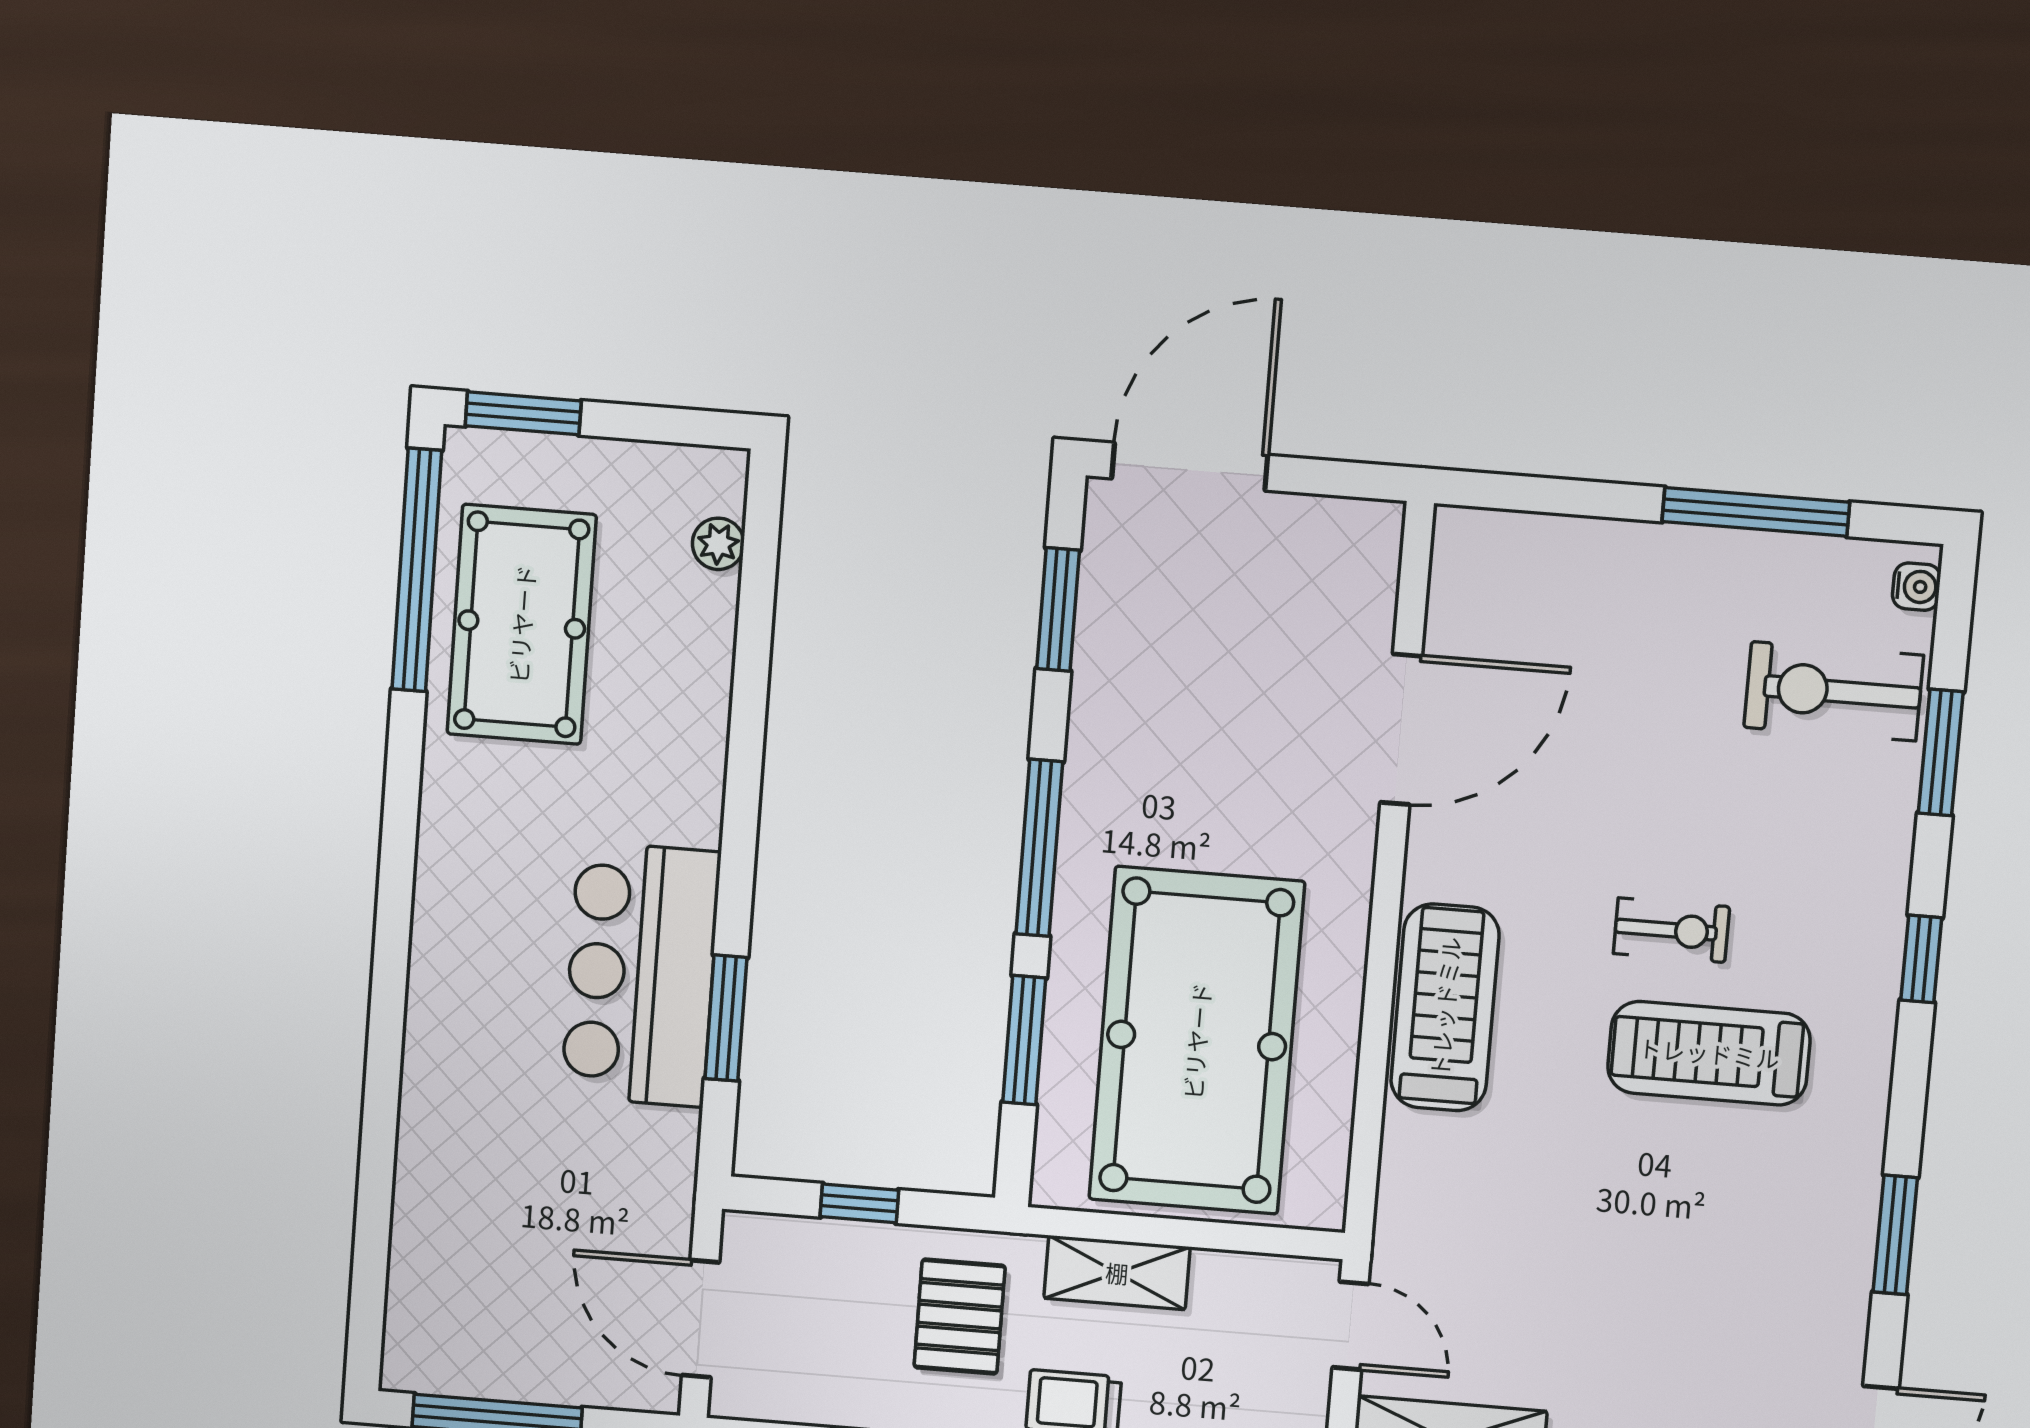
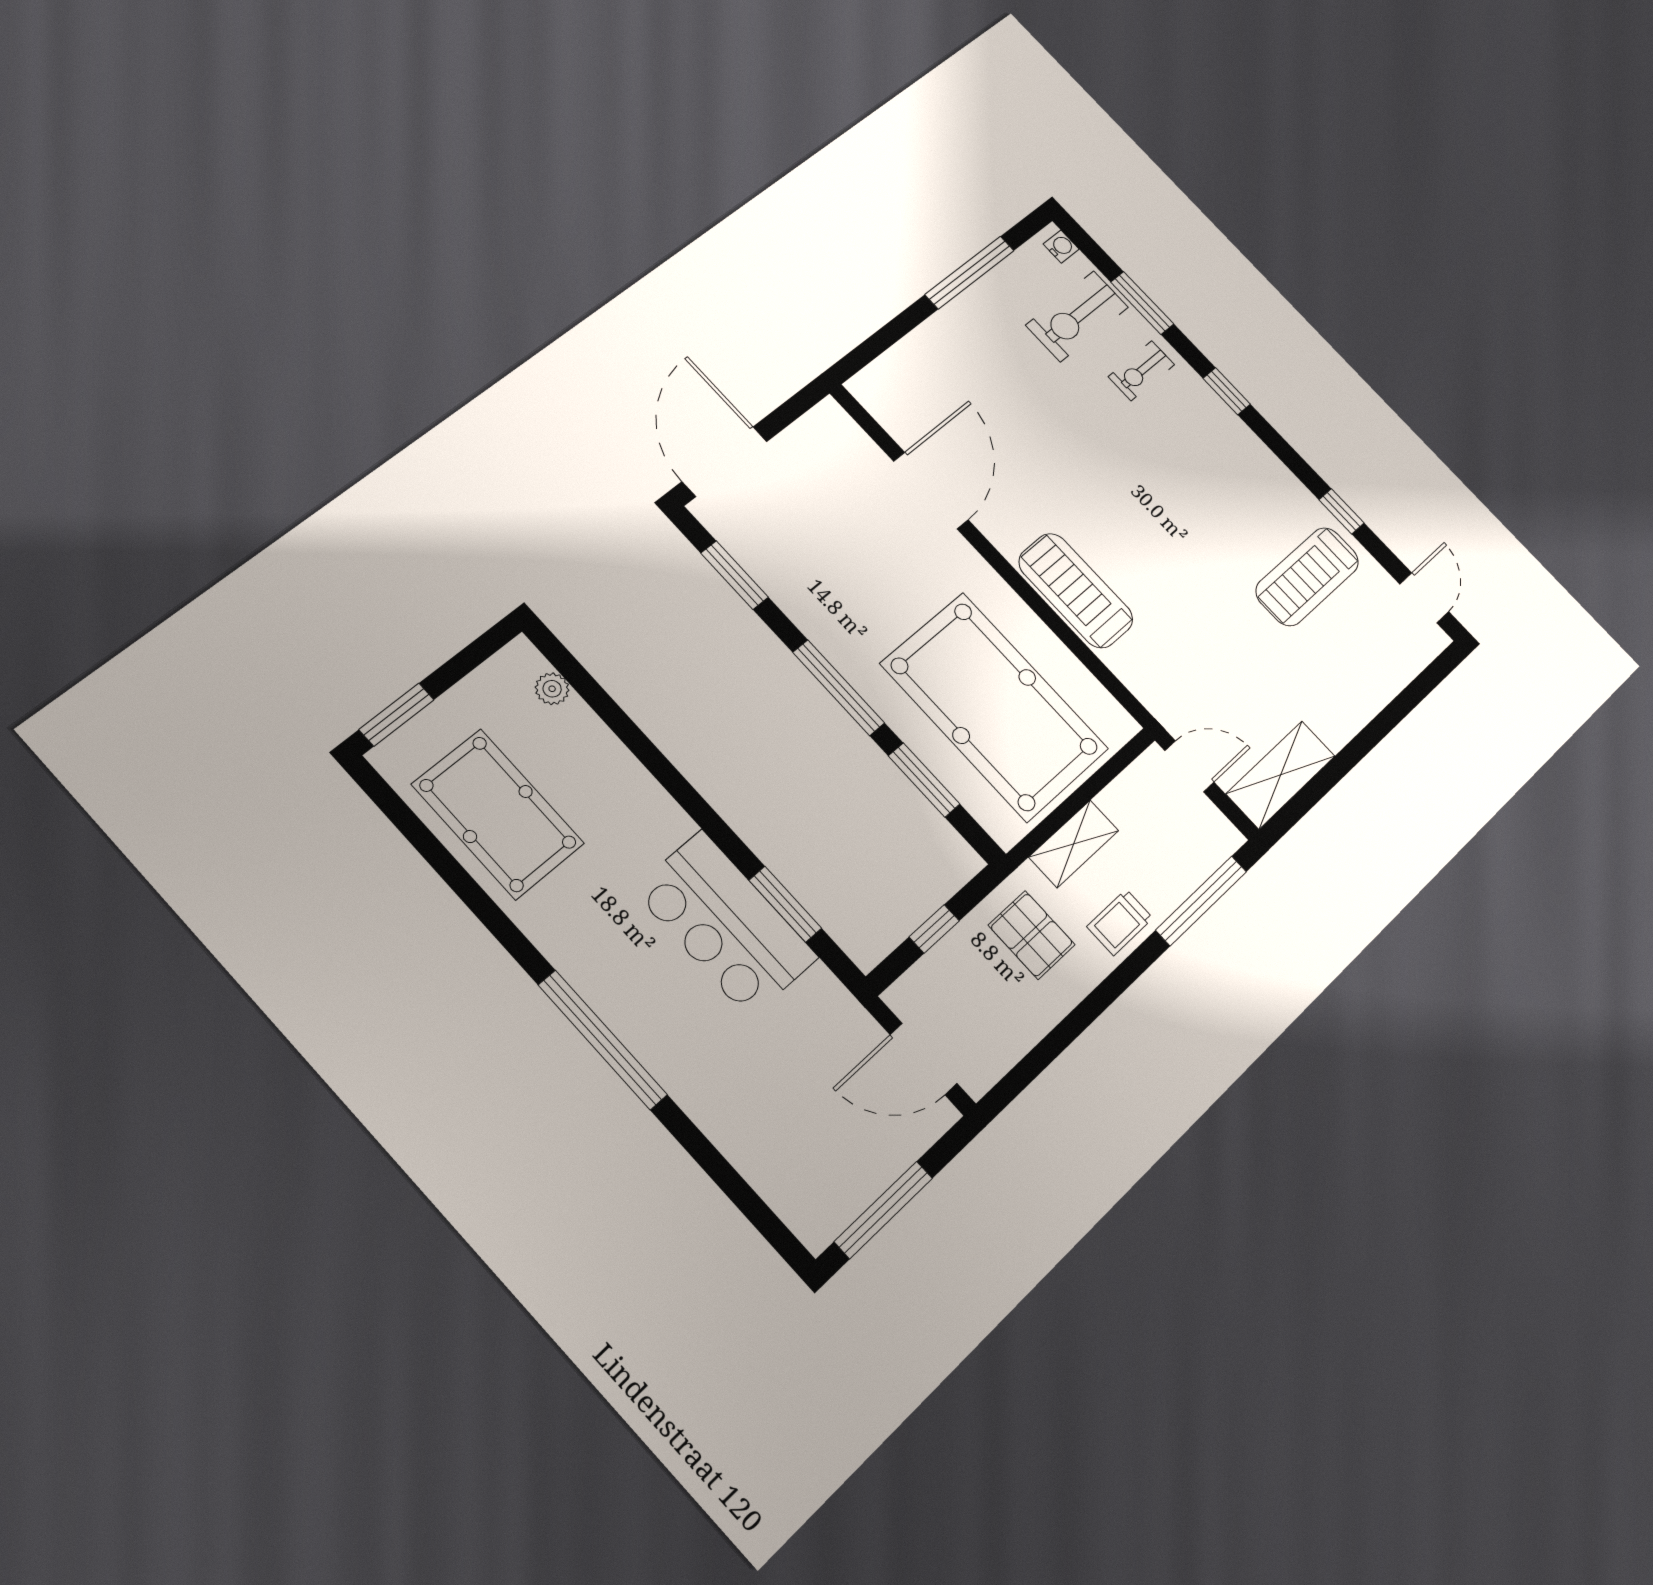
window: (417, 570) -> (603, 1040), moved
exercise bike: (1671, 930) -> (1141, 371), moved, turned 180
treadmill: (1709, 1053) -> (1307, 576), moved
window: (1895, 1235) -> (1342, 511), width x0.67

